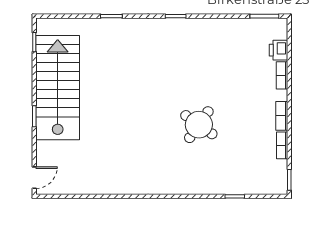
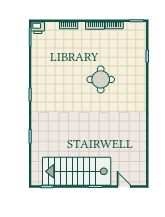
printer: (278, 50) -> (38, 28), moved
round table: (199, 125) -> (101, 79), turned -35
door: (34, 178) -> (124, 187), moved

